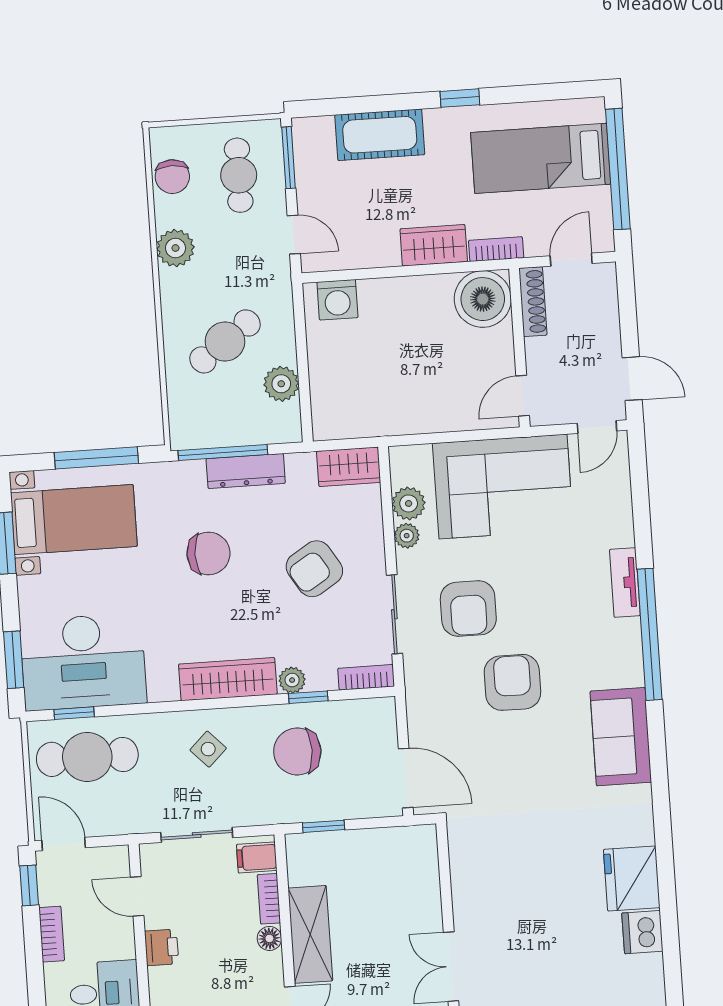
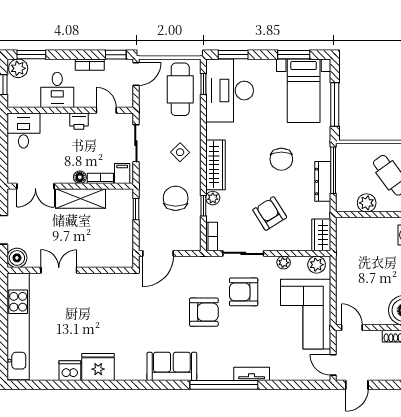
plant: (409, 503) -> (317, 265), moved
door: (137, 896) -> (106, 110), hinge flipped

